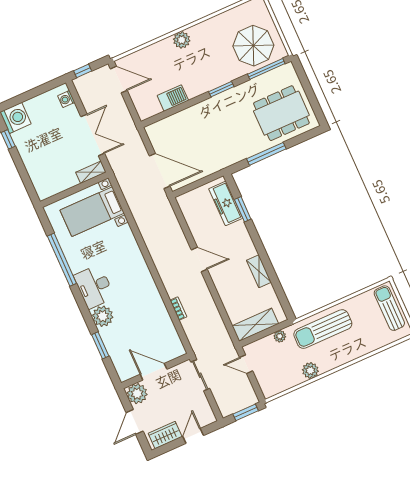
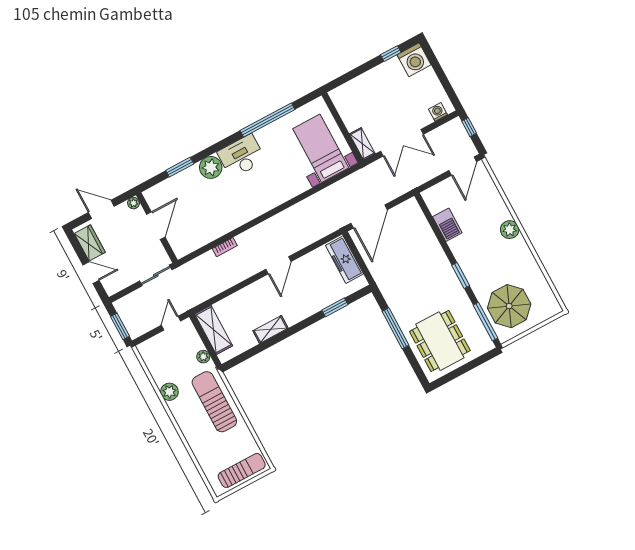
freezer: (226, 203) -> (344, 260), moved, turned -90
plant: (137, 394) -> (134, 203), width x0.53, depth x0.53

